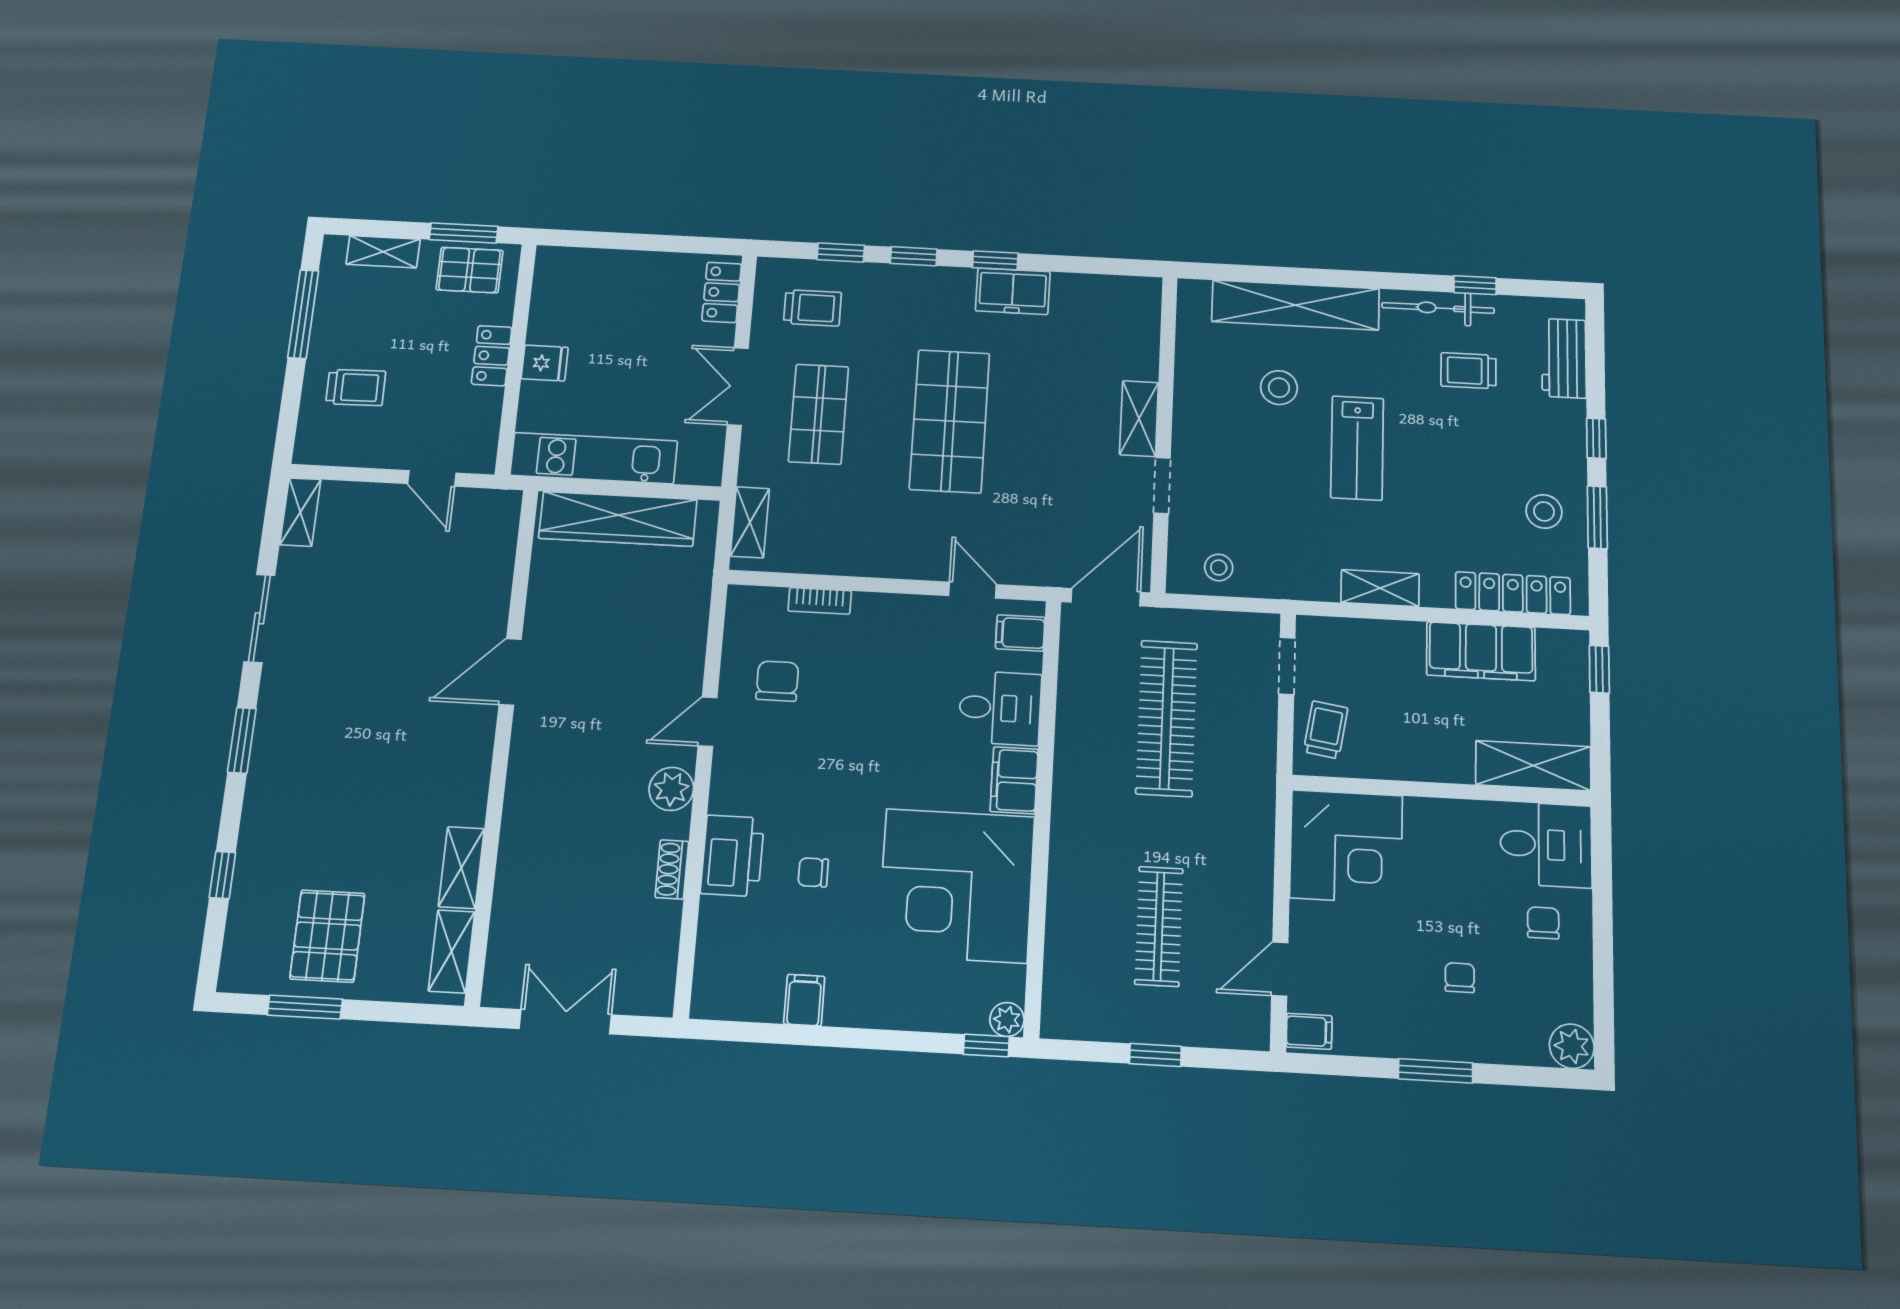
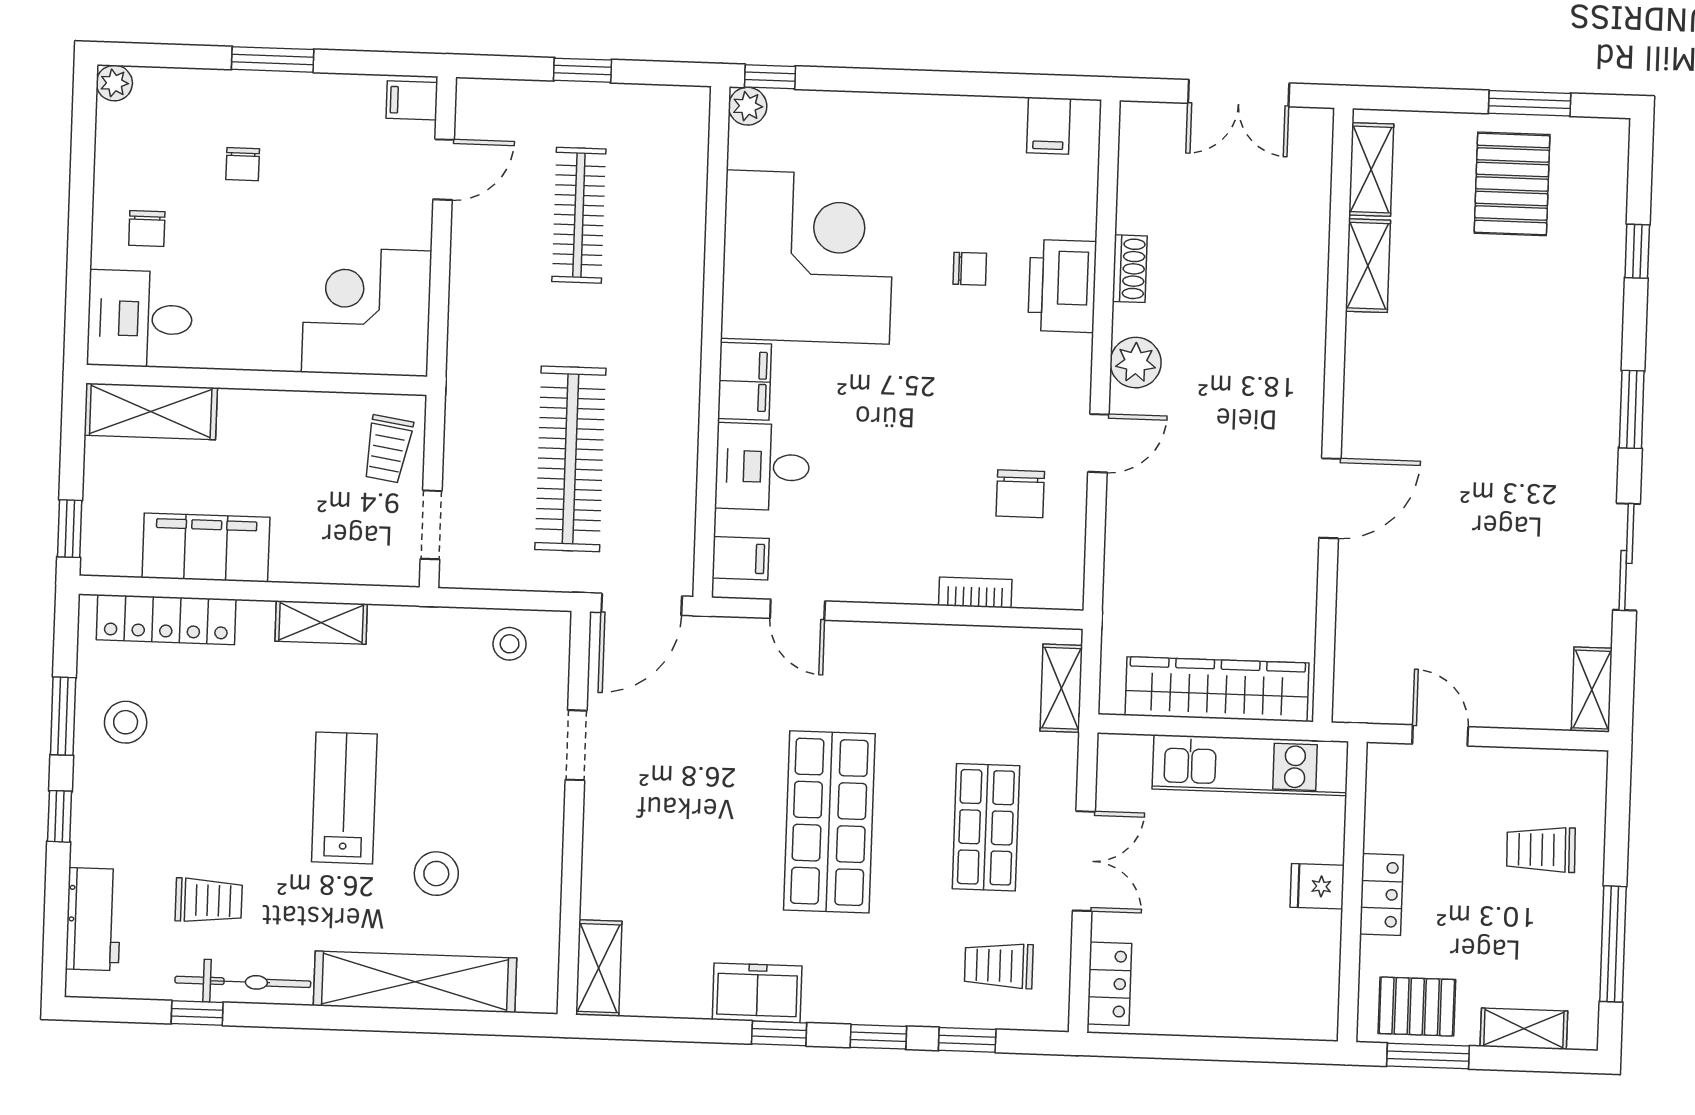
shelving: (1139, 419) -> (599, 968), moved
filing cabinet: (804, 1000) -> (1048, 126), moved
plant: (1572, 1046) -> (114, 83), width x0.73, depth x0.73

